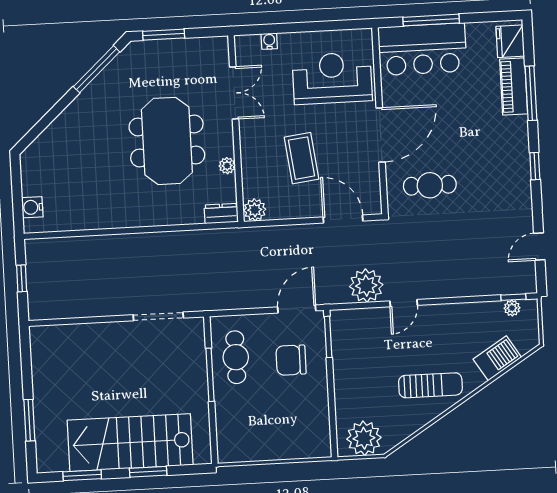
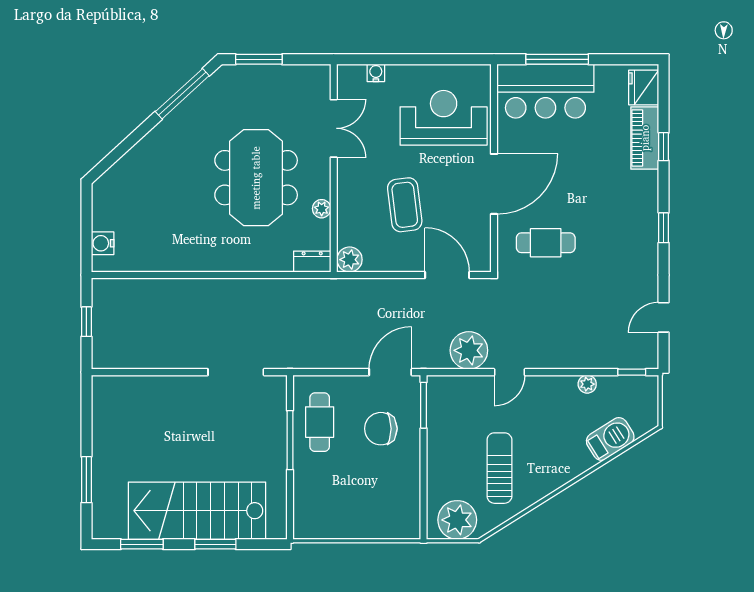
window: (531, 93) -> (664, 147), width x0.46
plant: (512, 308) -> (587, 384), moved
sun lounger: (430, 385) -> (499, 468), moved, turned -90

